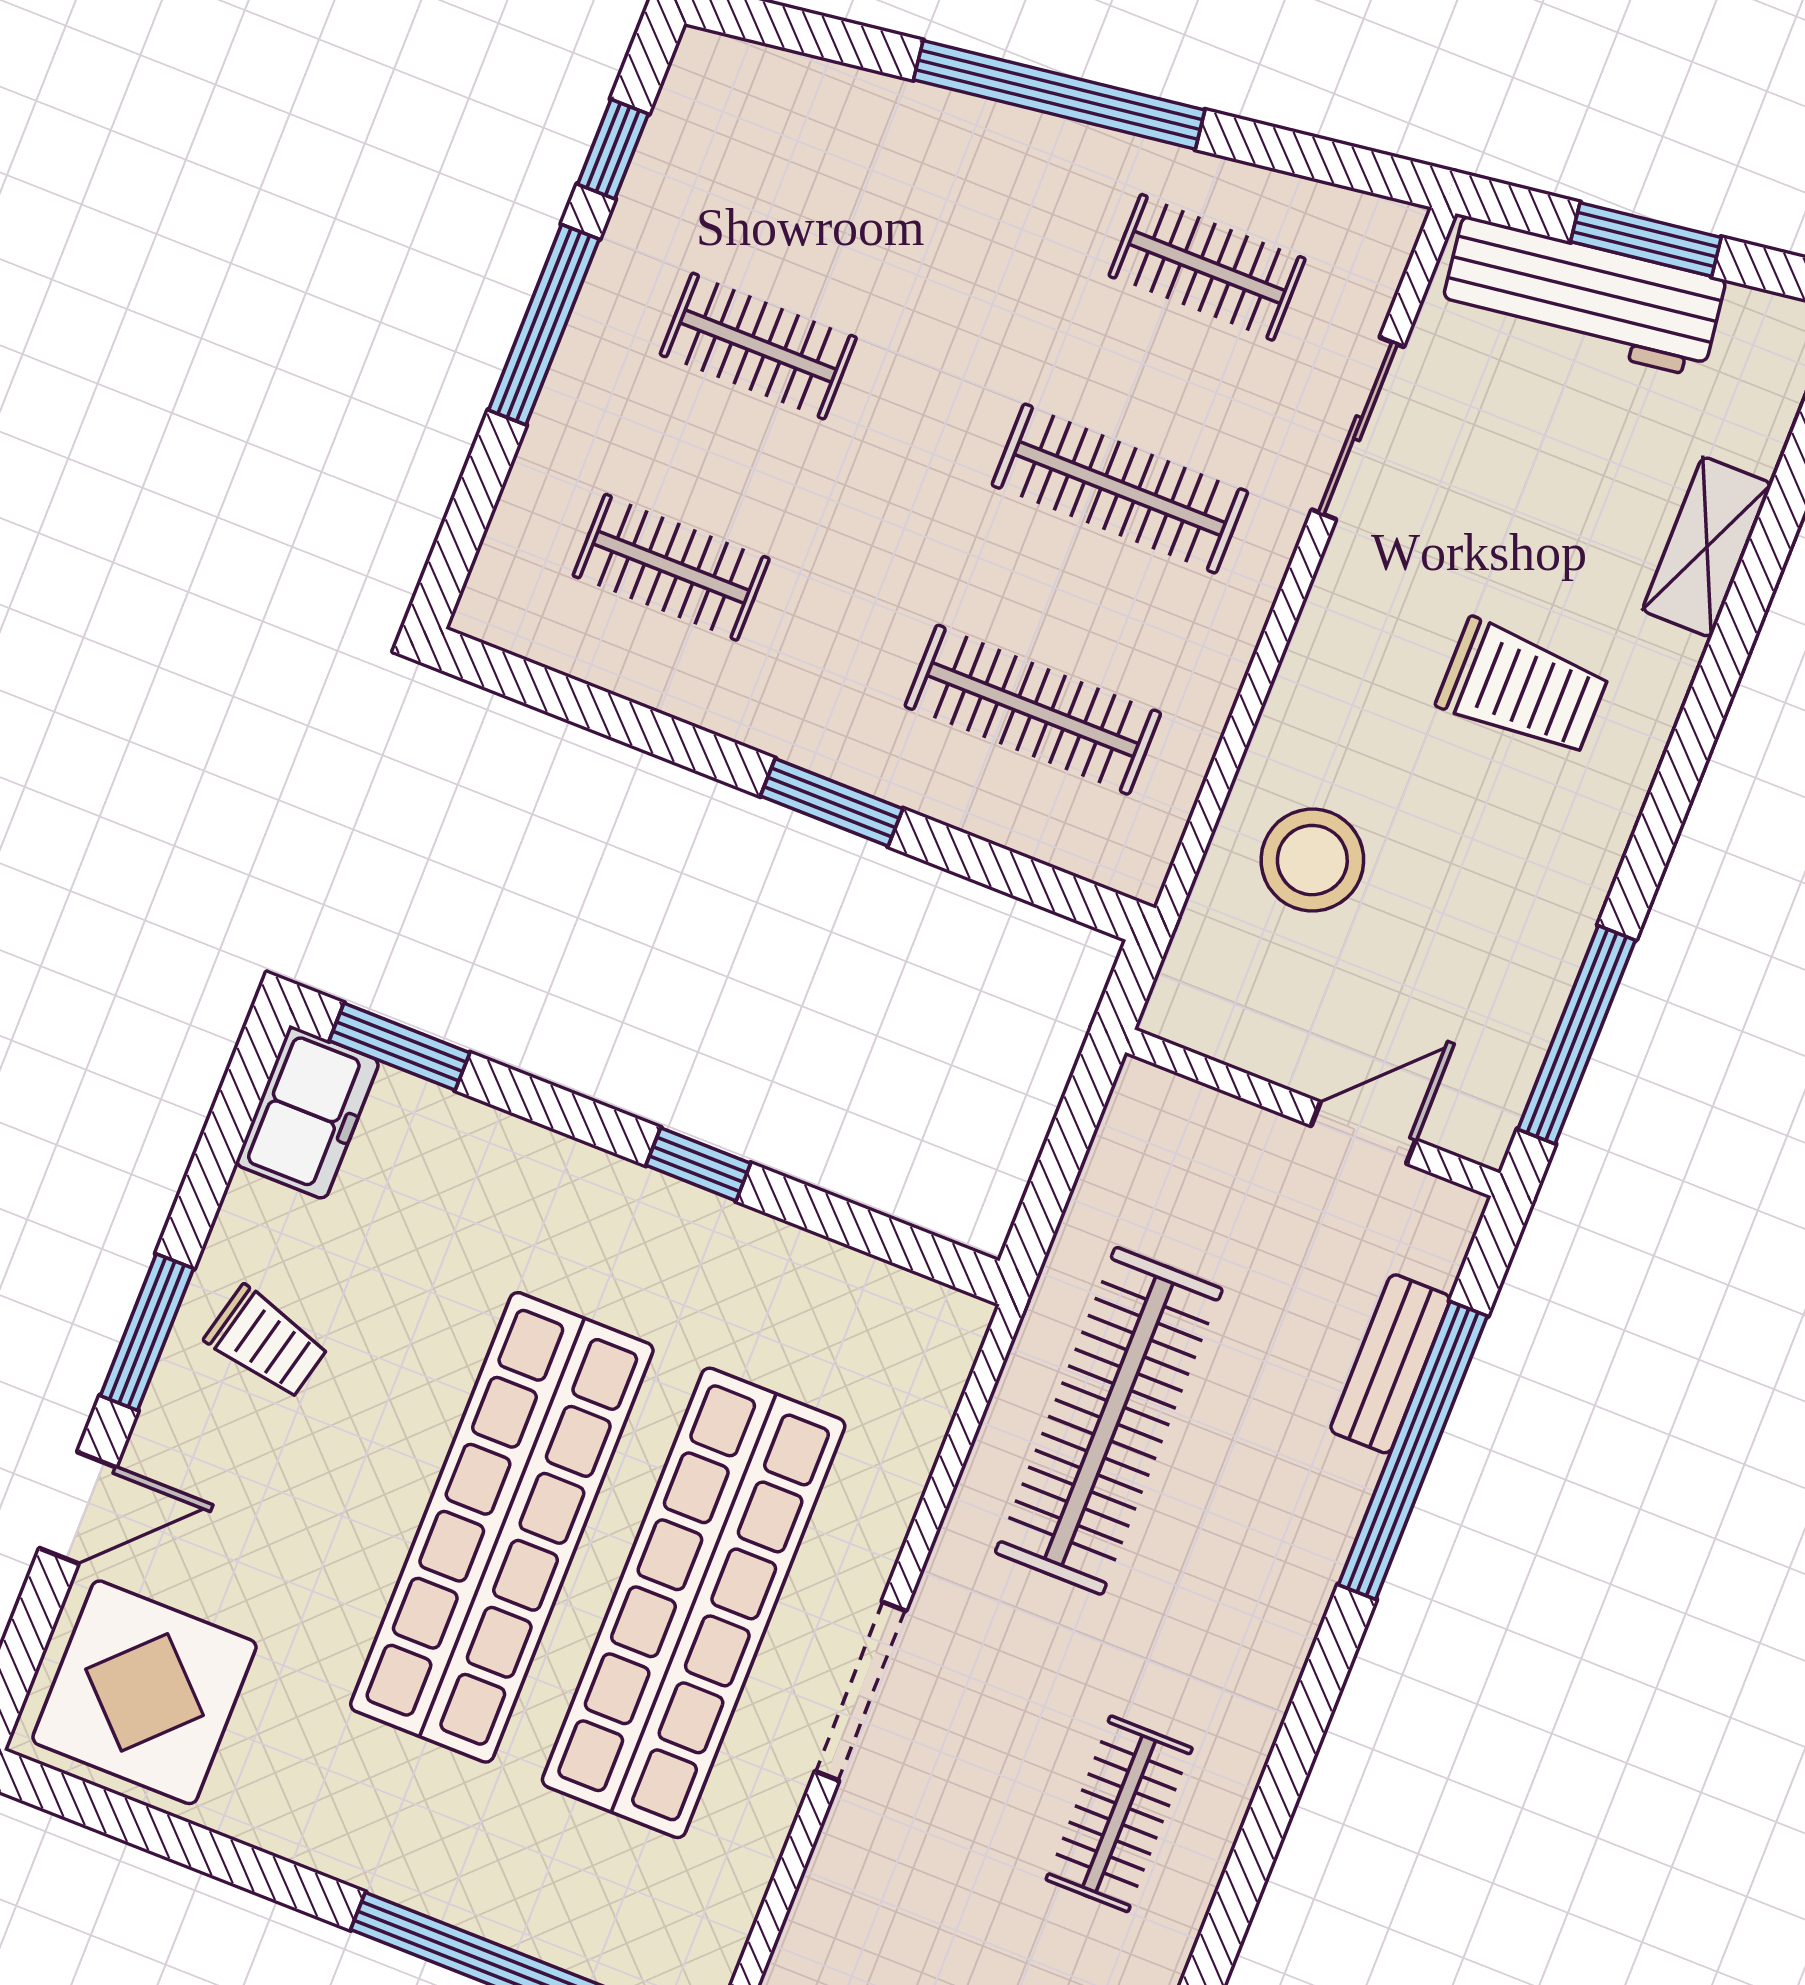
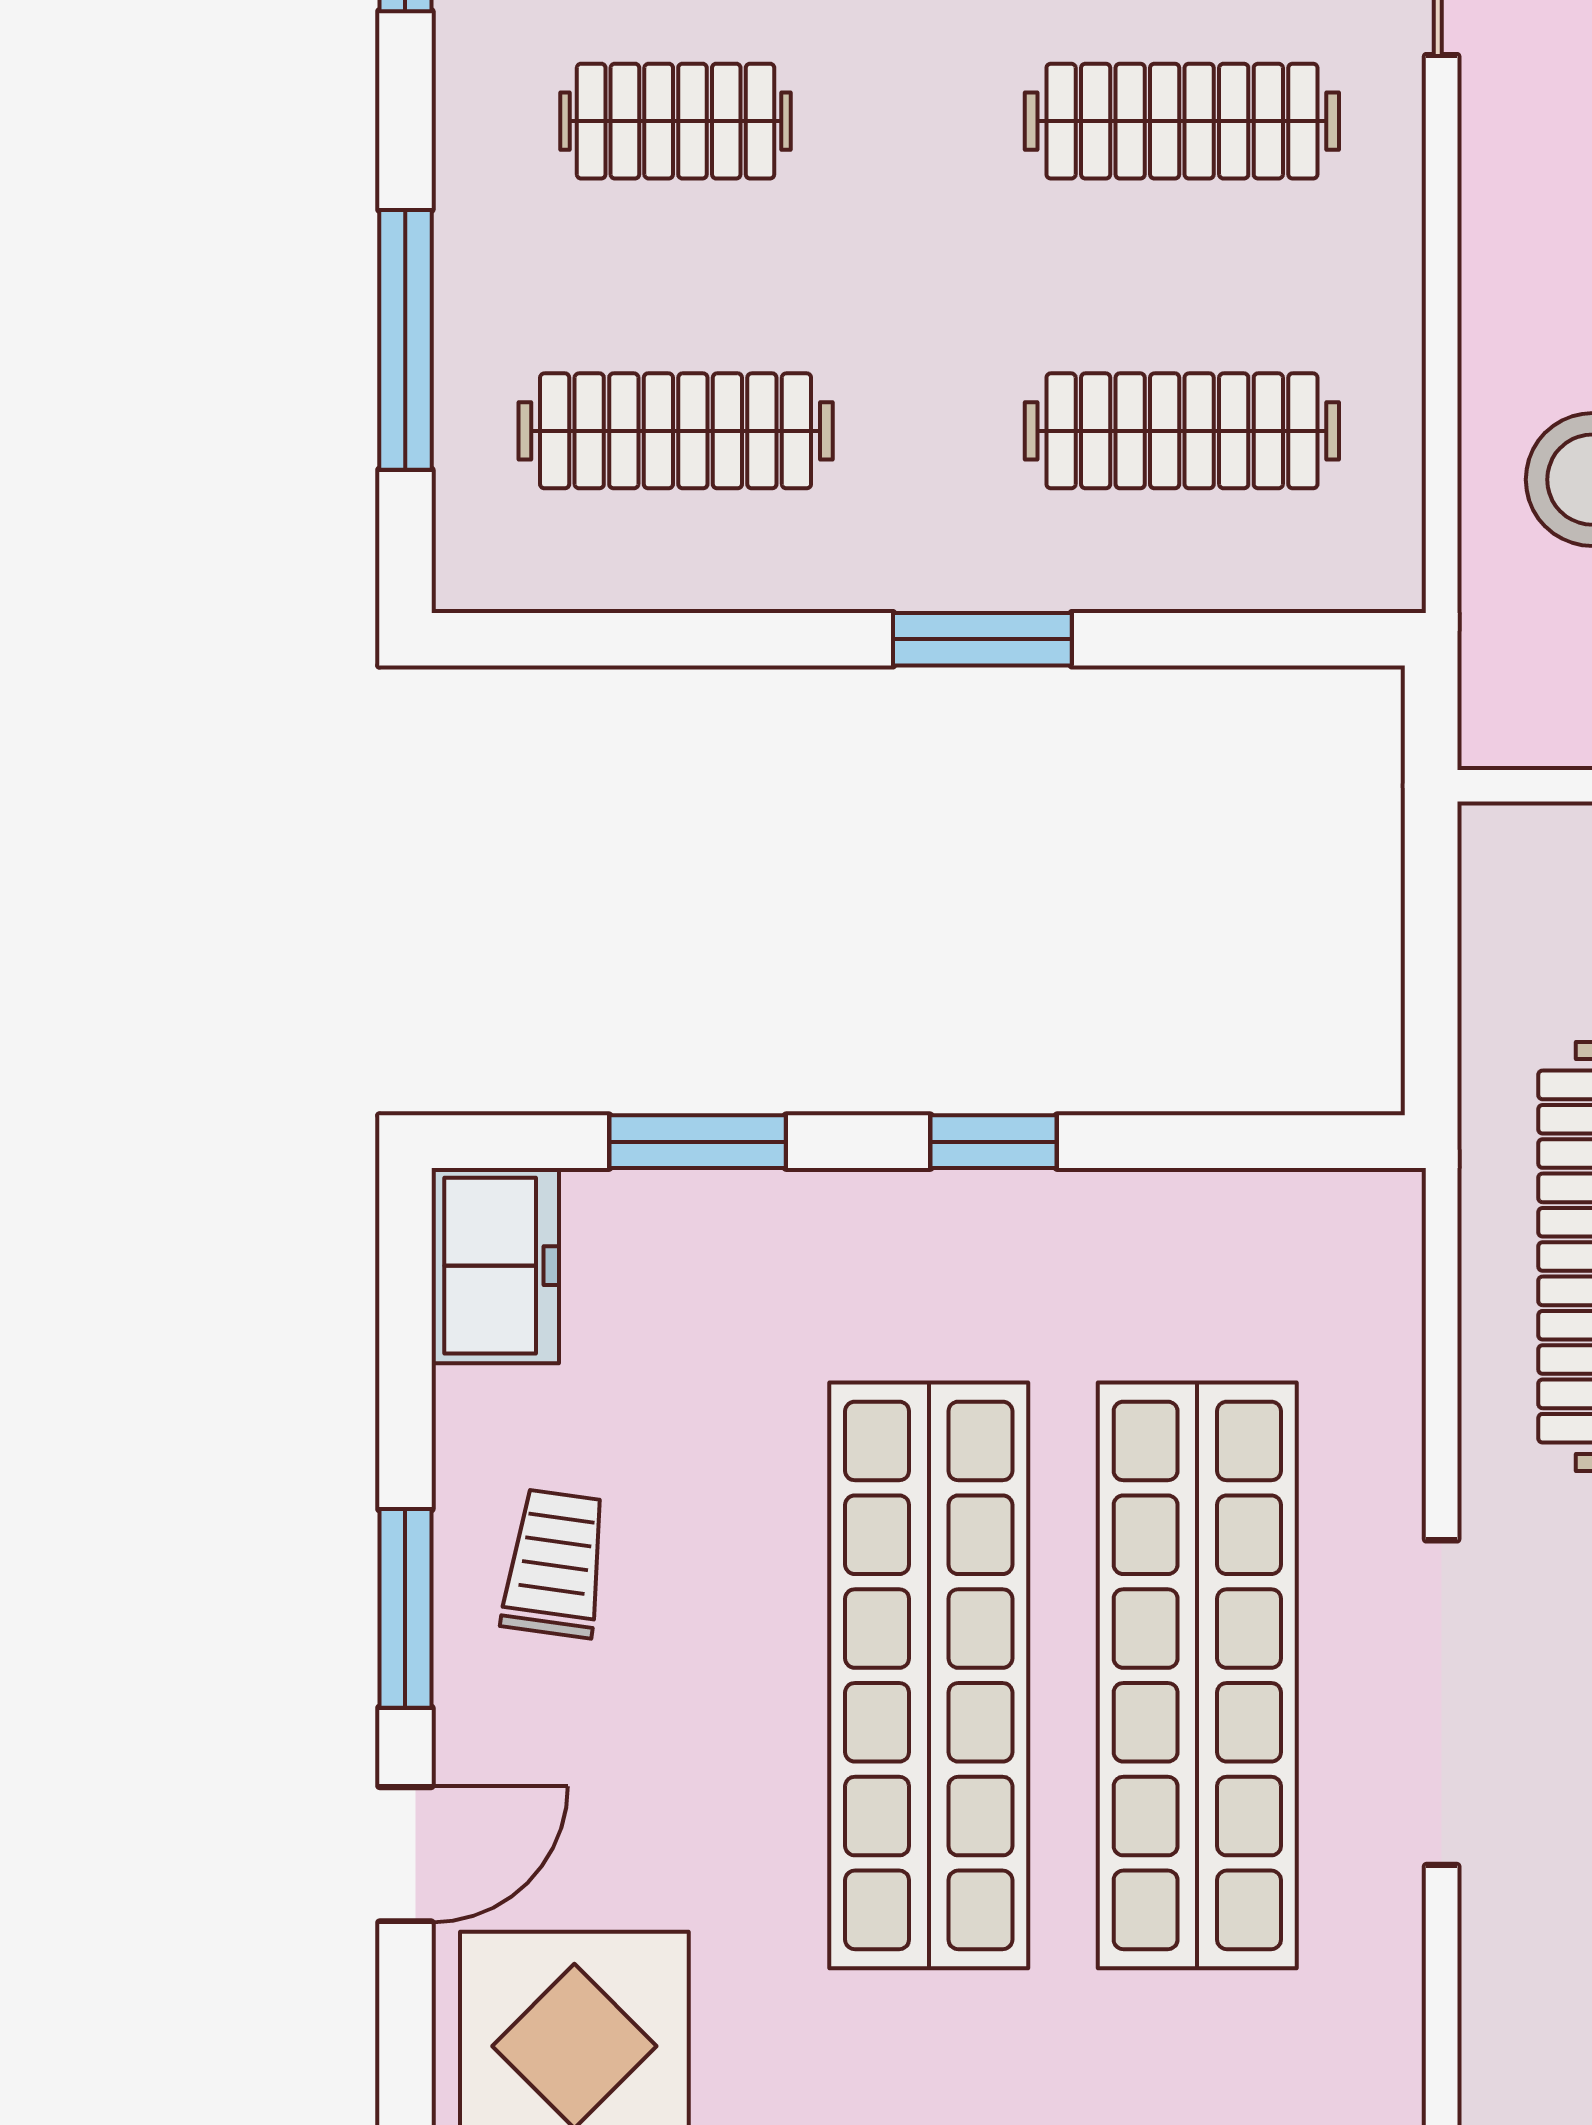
window: (544, 325) -> (405, 340), moved
clothes rail: (671, 567) -> (676, 431), width x1.36
window: (400, 1047) -> (698, 1142), moved
trolley: (267, 1342) -> (555, 1564), turned -96
doorway: (860, 1691) -> (1442, 1703), width x1.36

